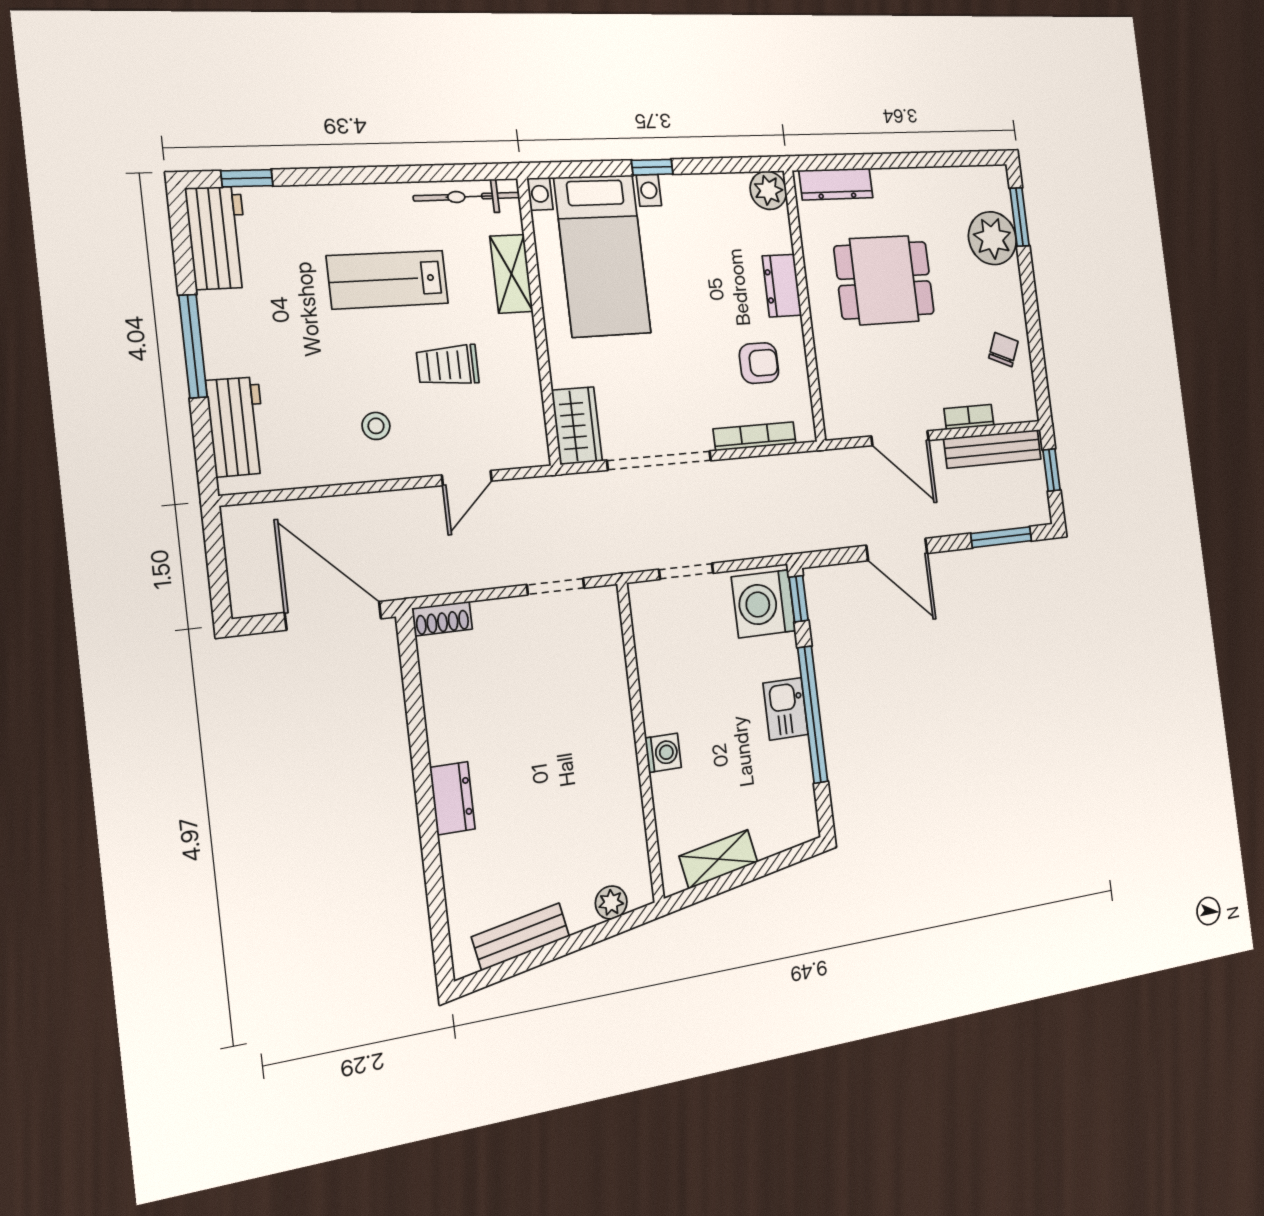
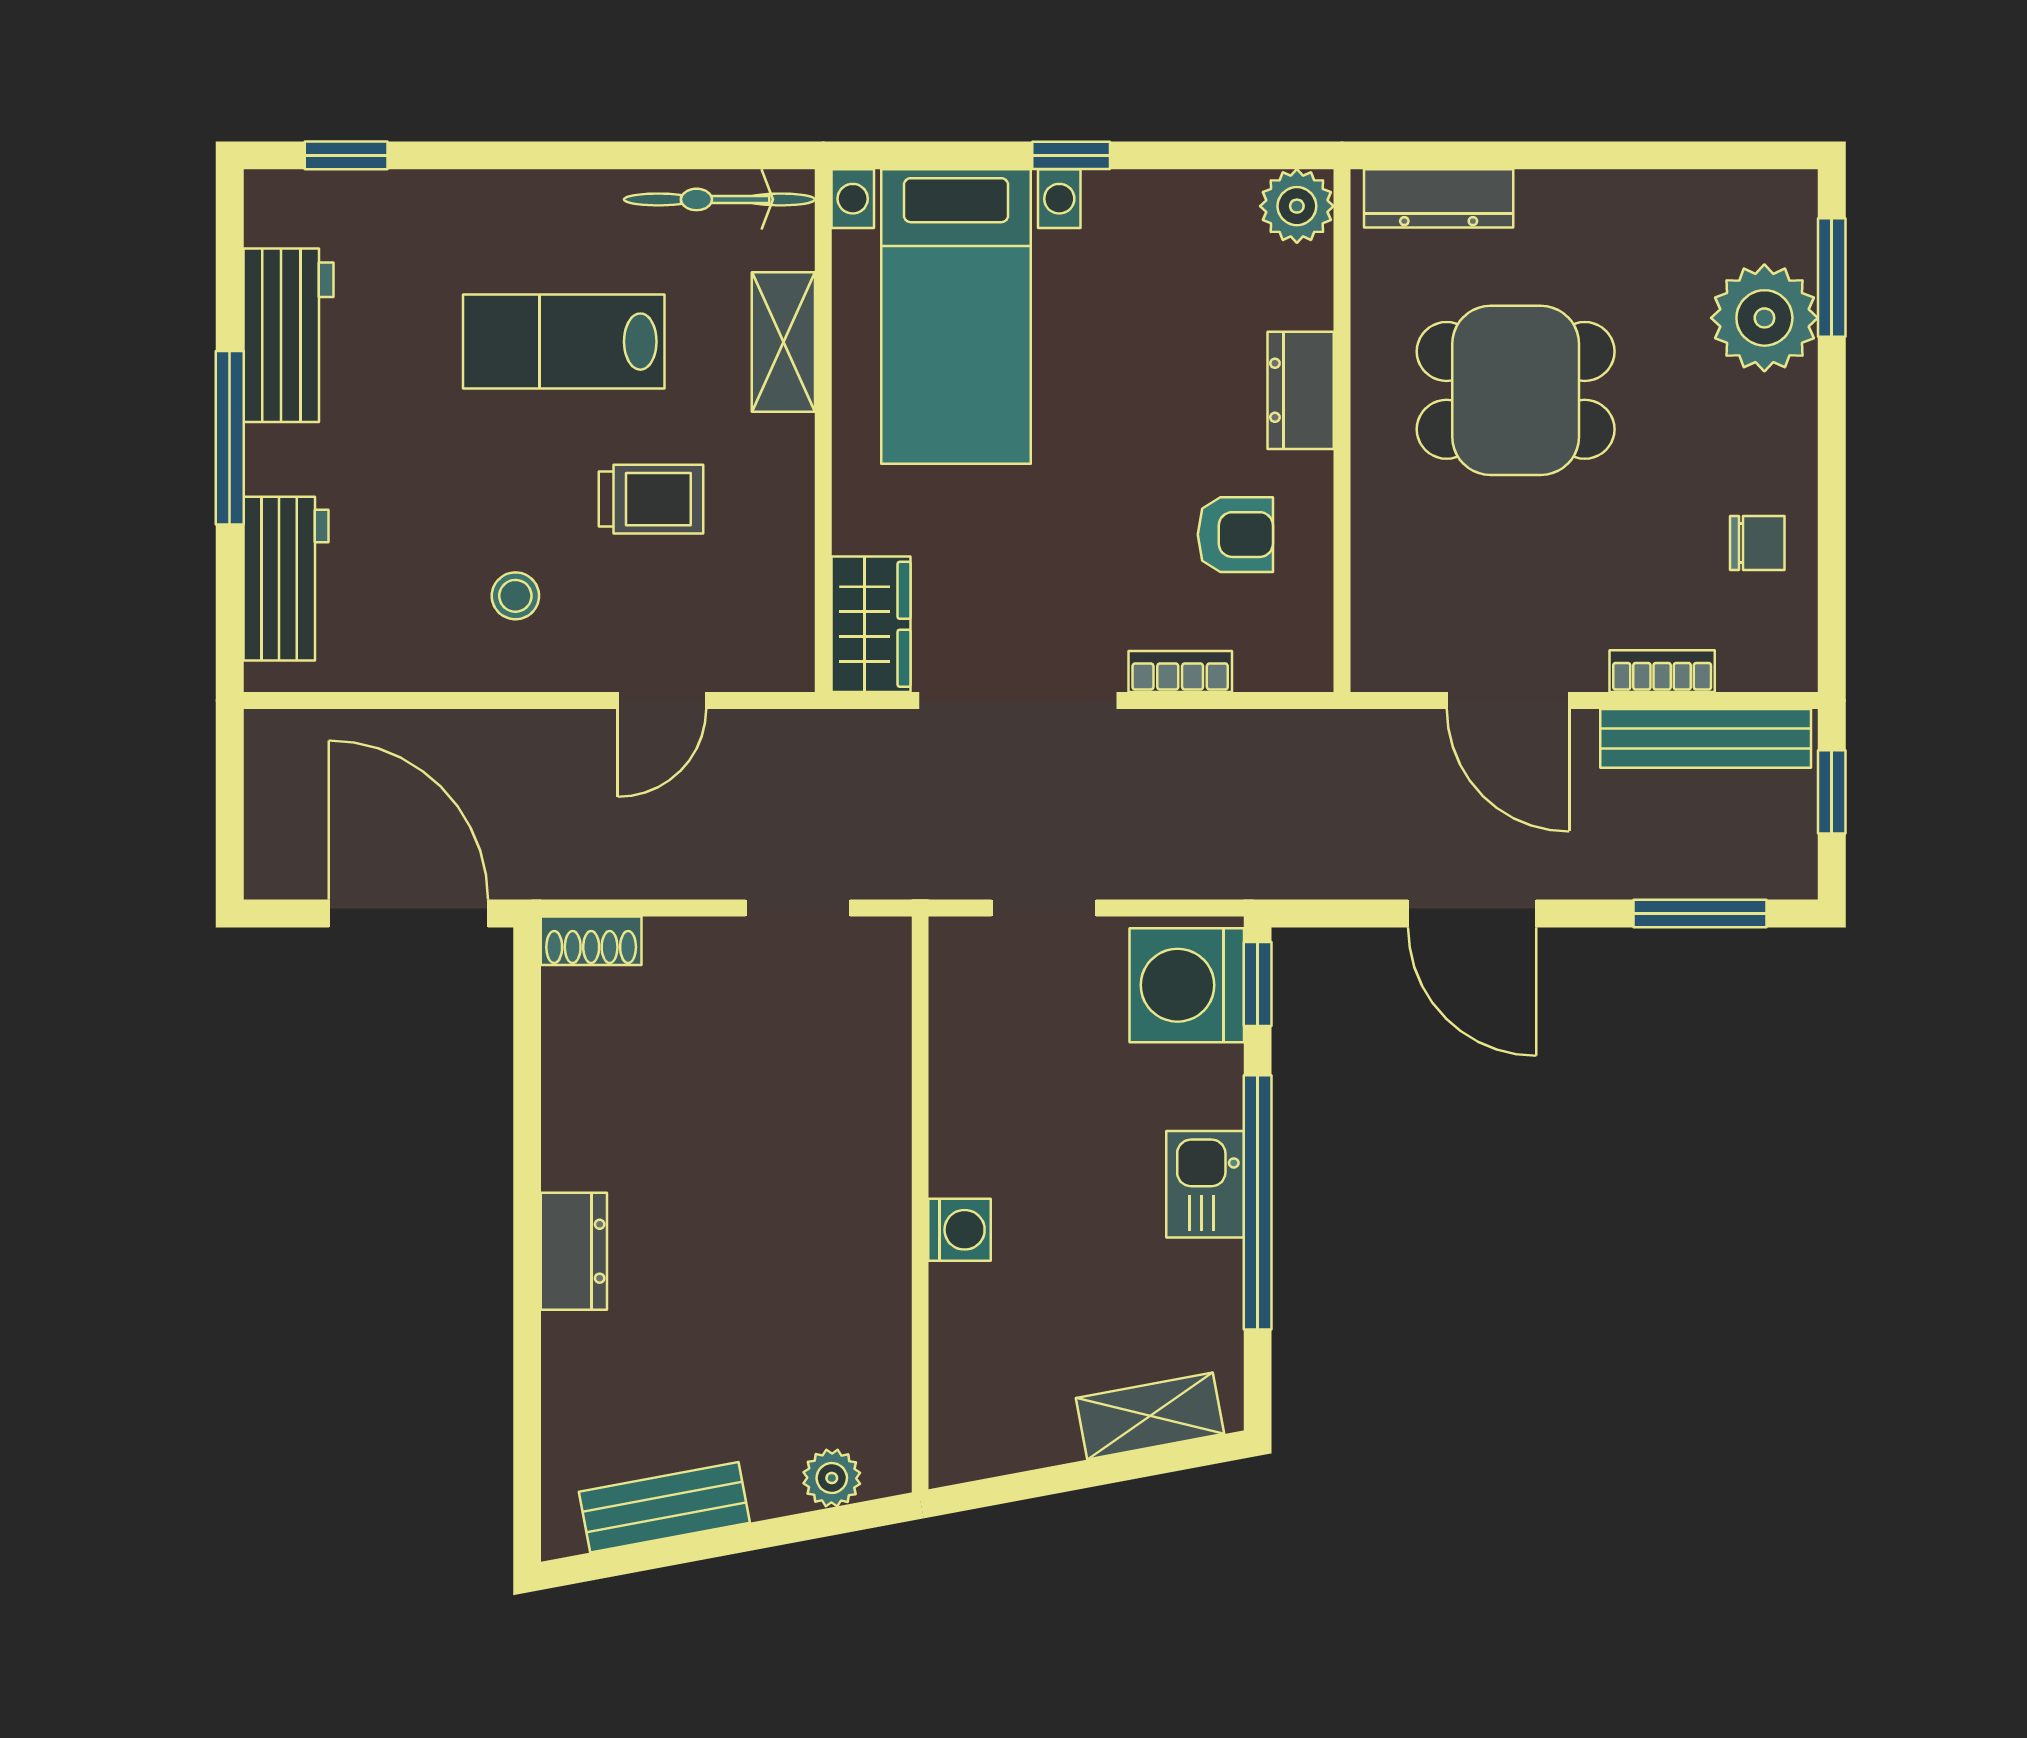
workbench: (218, 238) -> (288, 335), moved
chair: (1003, 350) -> (1757, 543), turned 67
trolley: (448, 365) -> (651, 499), turned 180
bookcase: (755, 436) -> (1180, 672), width x0.64
shelving: (719, 859) -> (1150, 1416), moved

